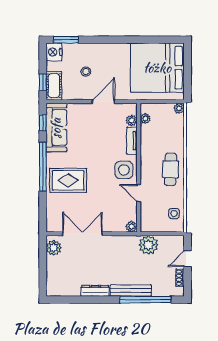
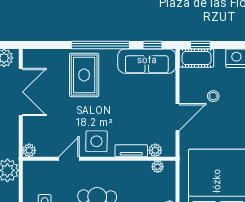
door: (103, 102) -> (178, 117), hinge flipped

